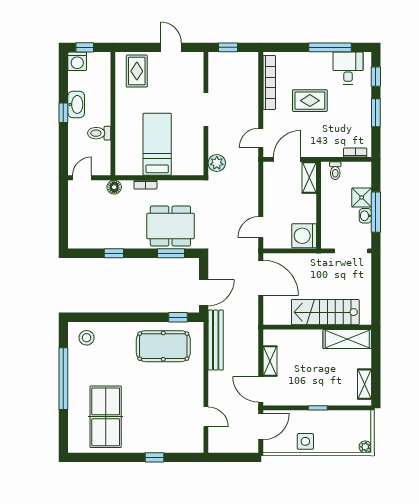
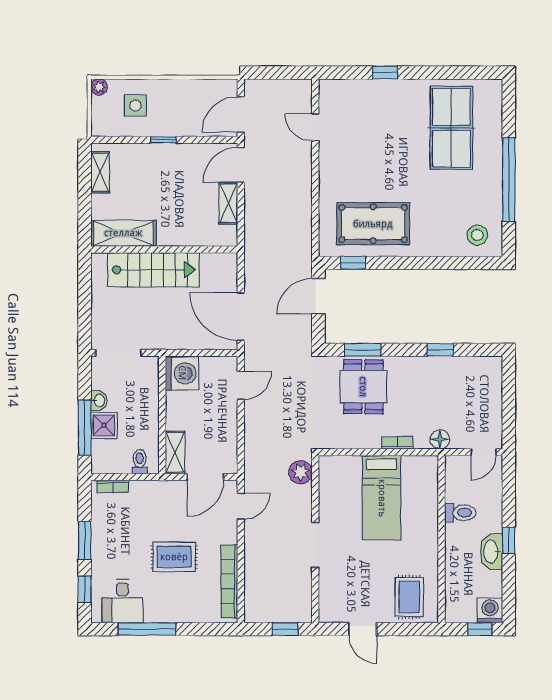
window: (376, 212) -> (85, 428), moved
dining table: (170, 226) -> (363, 387), width x0.73
bench: (216, 340) -> (302, 232), removed
door: (261, 389) -> (241, 165), swing flipped
side table: (305, 441) -> (135, 106), moved

